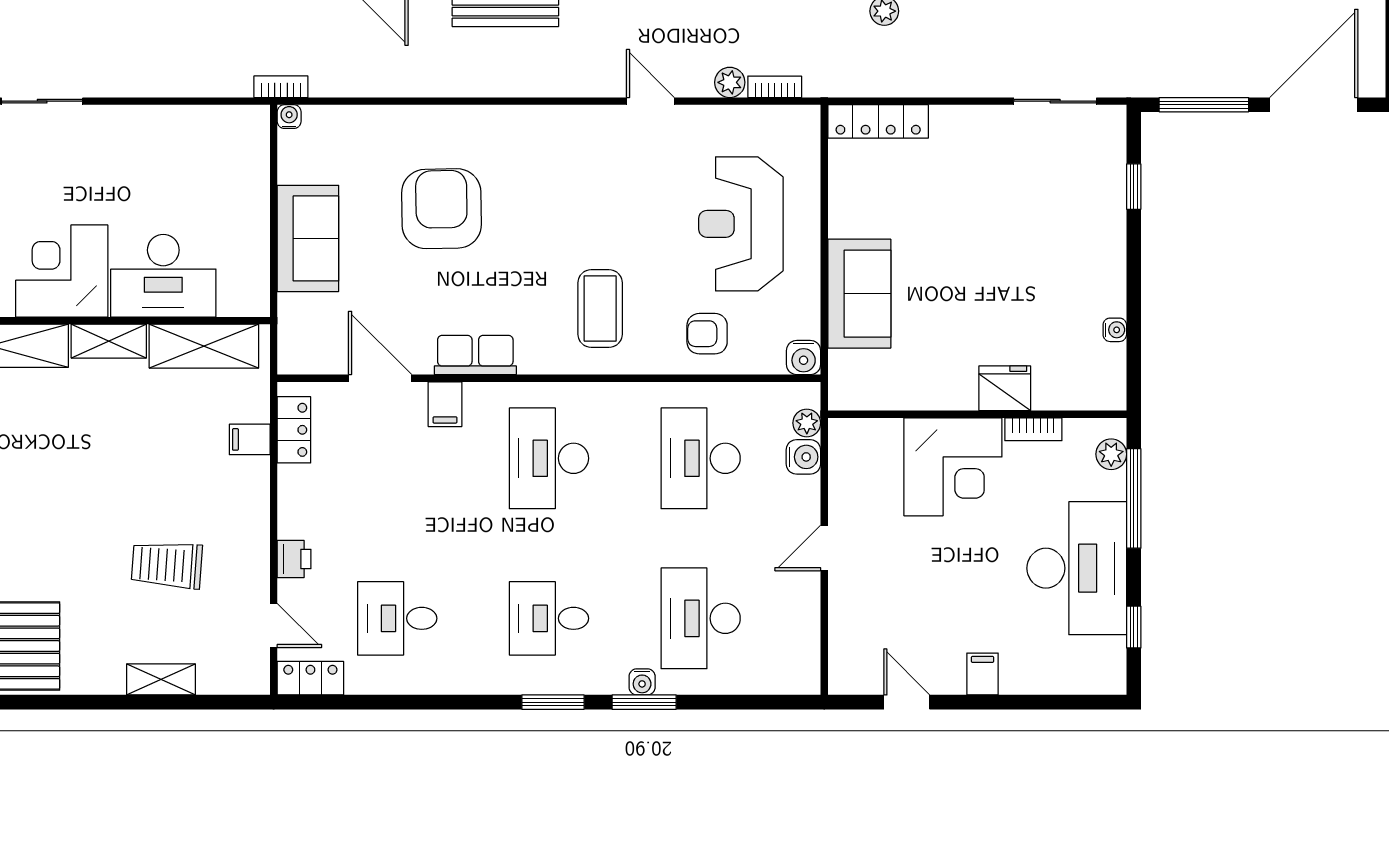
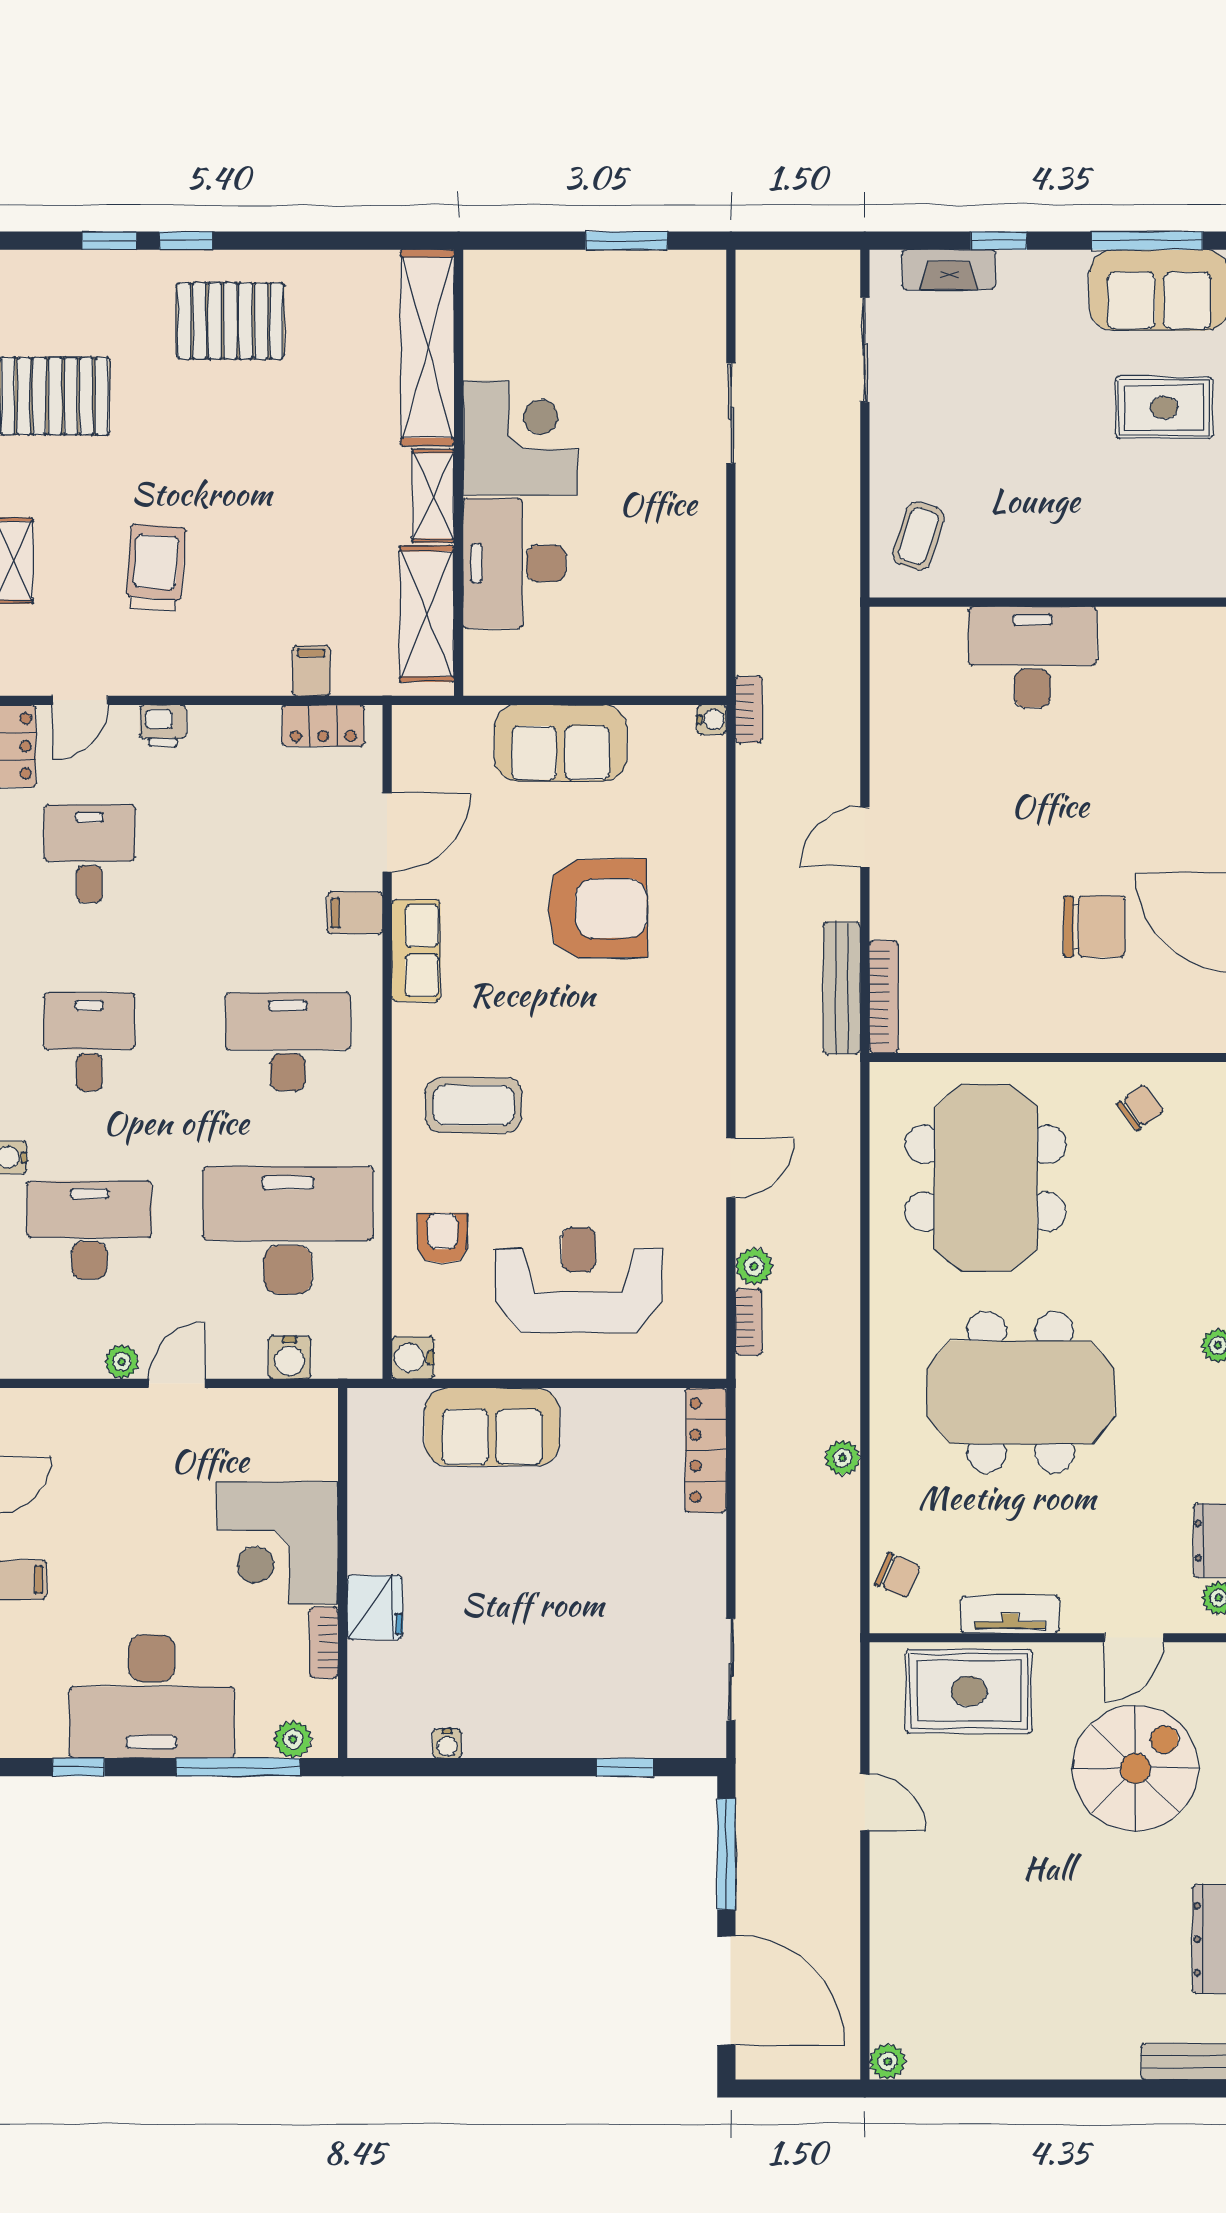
plant: (807, 423) -> (122, 1362), moved
desk: (701, 458) -> (288, 1230), width x1.36, depth x1.30
door: (824, 548) -> (177, 1383), hinge flipped

